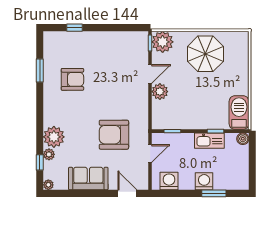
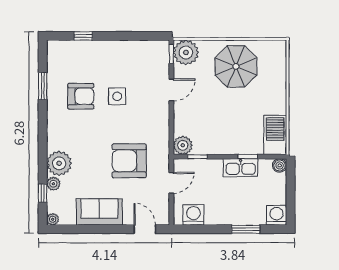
side table: (104, 79) -> (117, 96), added
plant: (160, 92) -> (183, 145), moved
washing machine: (204, 181) -> (277, 215), moved

